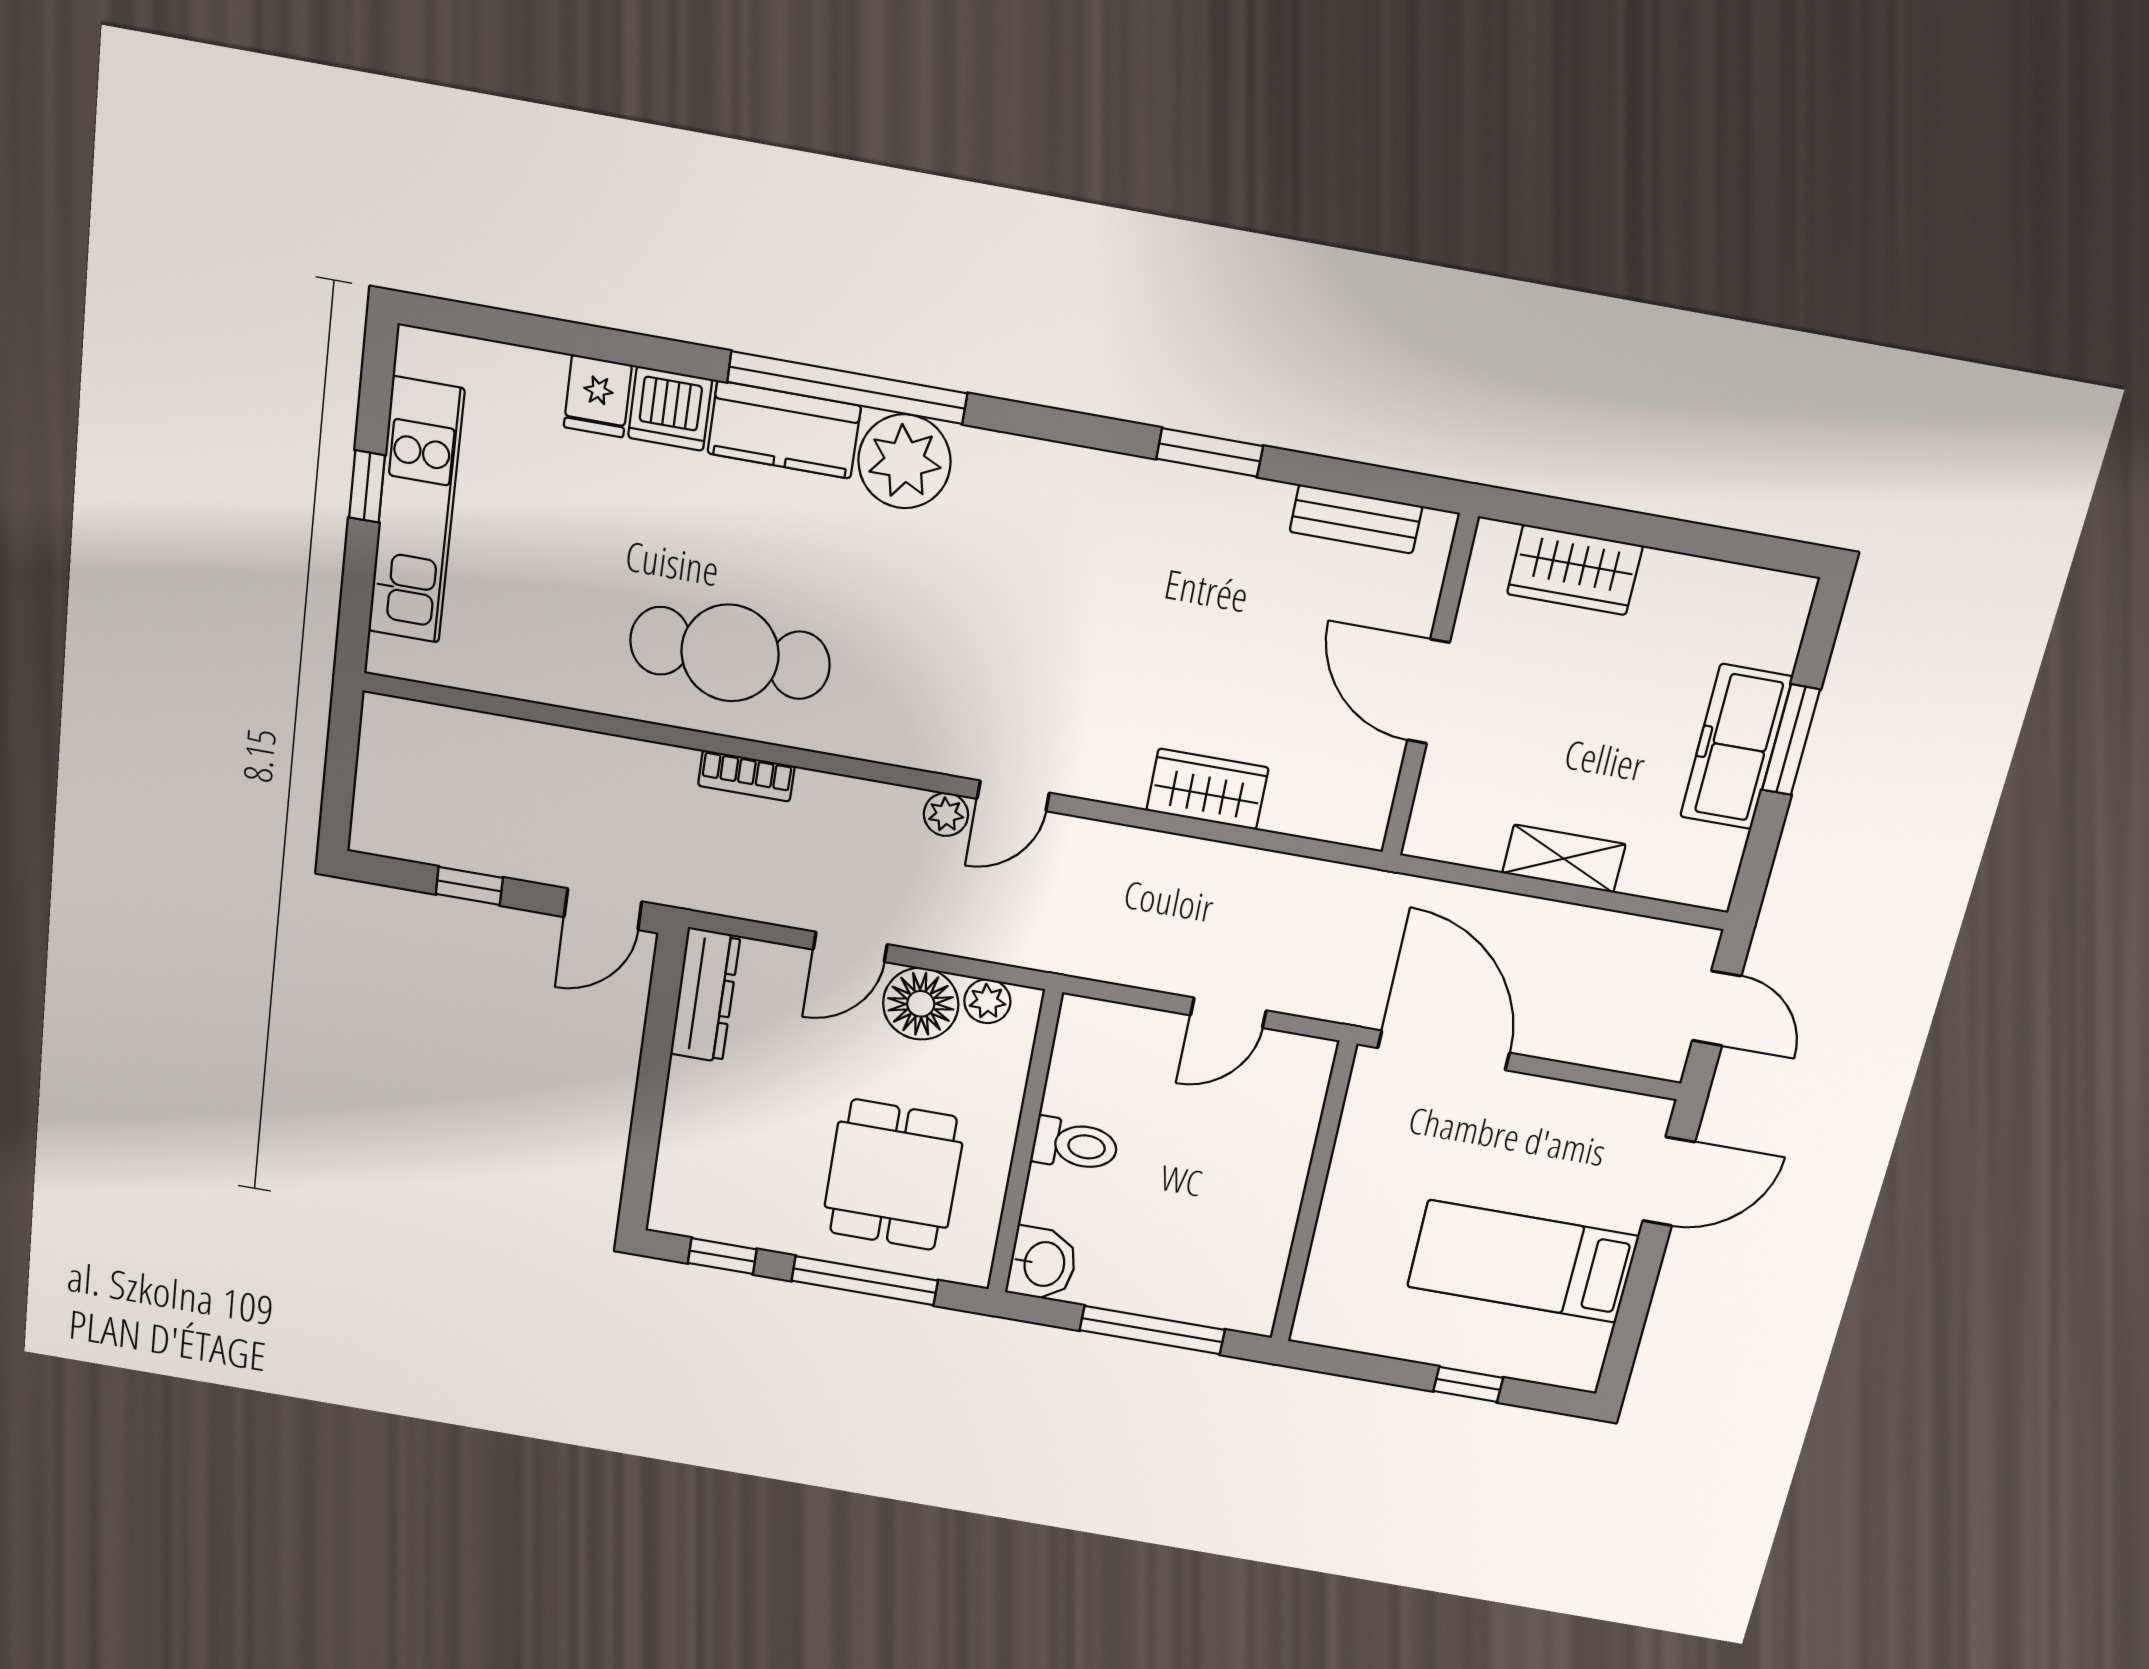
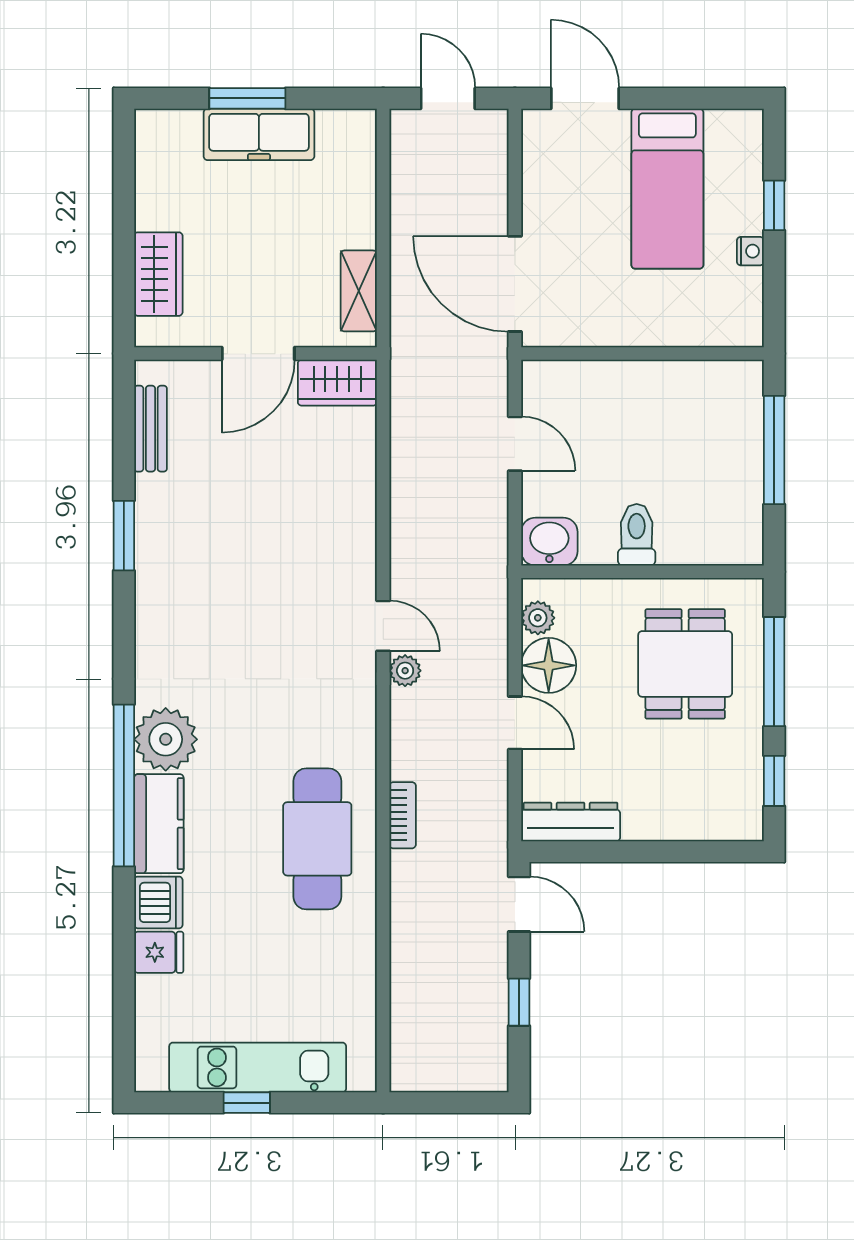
wardrobe: (1207, 789) -> (337, 383), moved, turned -90
shelving: (1564, 859) -> (359, 291), moved
door: (1717, 1008) -> (448, 98), hinge flipped
door: (1444, 1050) -> (515, 284), hinge flipped
dining table: (893, 1175) -> (685, 664), turned 90
washbasin: (1042, 1264) -> (549, 542), moved
nightstand: (1416, 1346) -> (750, 251), added

